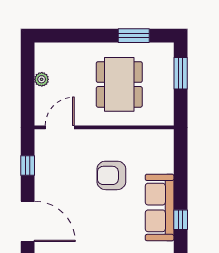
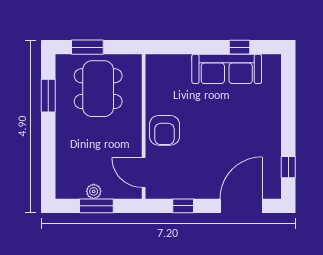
window: (28, 82) -> (96, 206), added
dining table: (119, 84) -> (98, 89), moved, turned 90
armchair: (111, 175) -> (164, 130), moved

